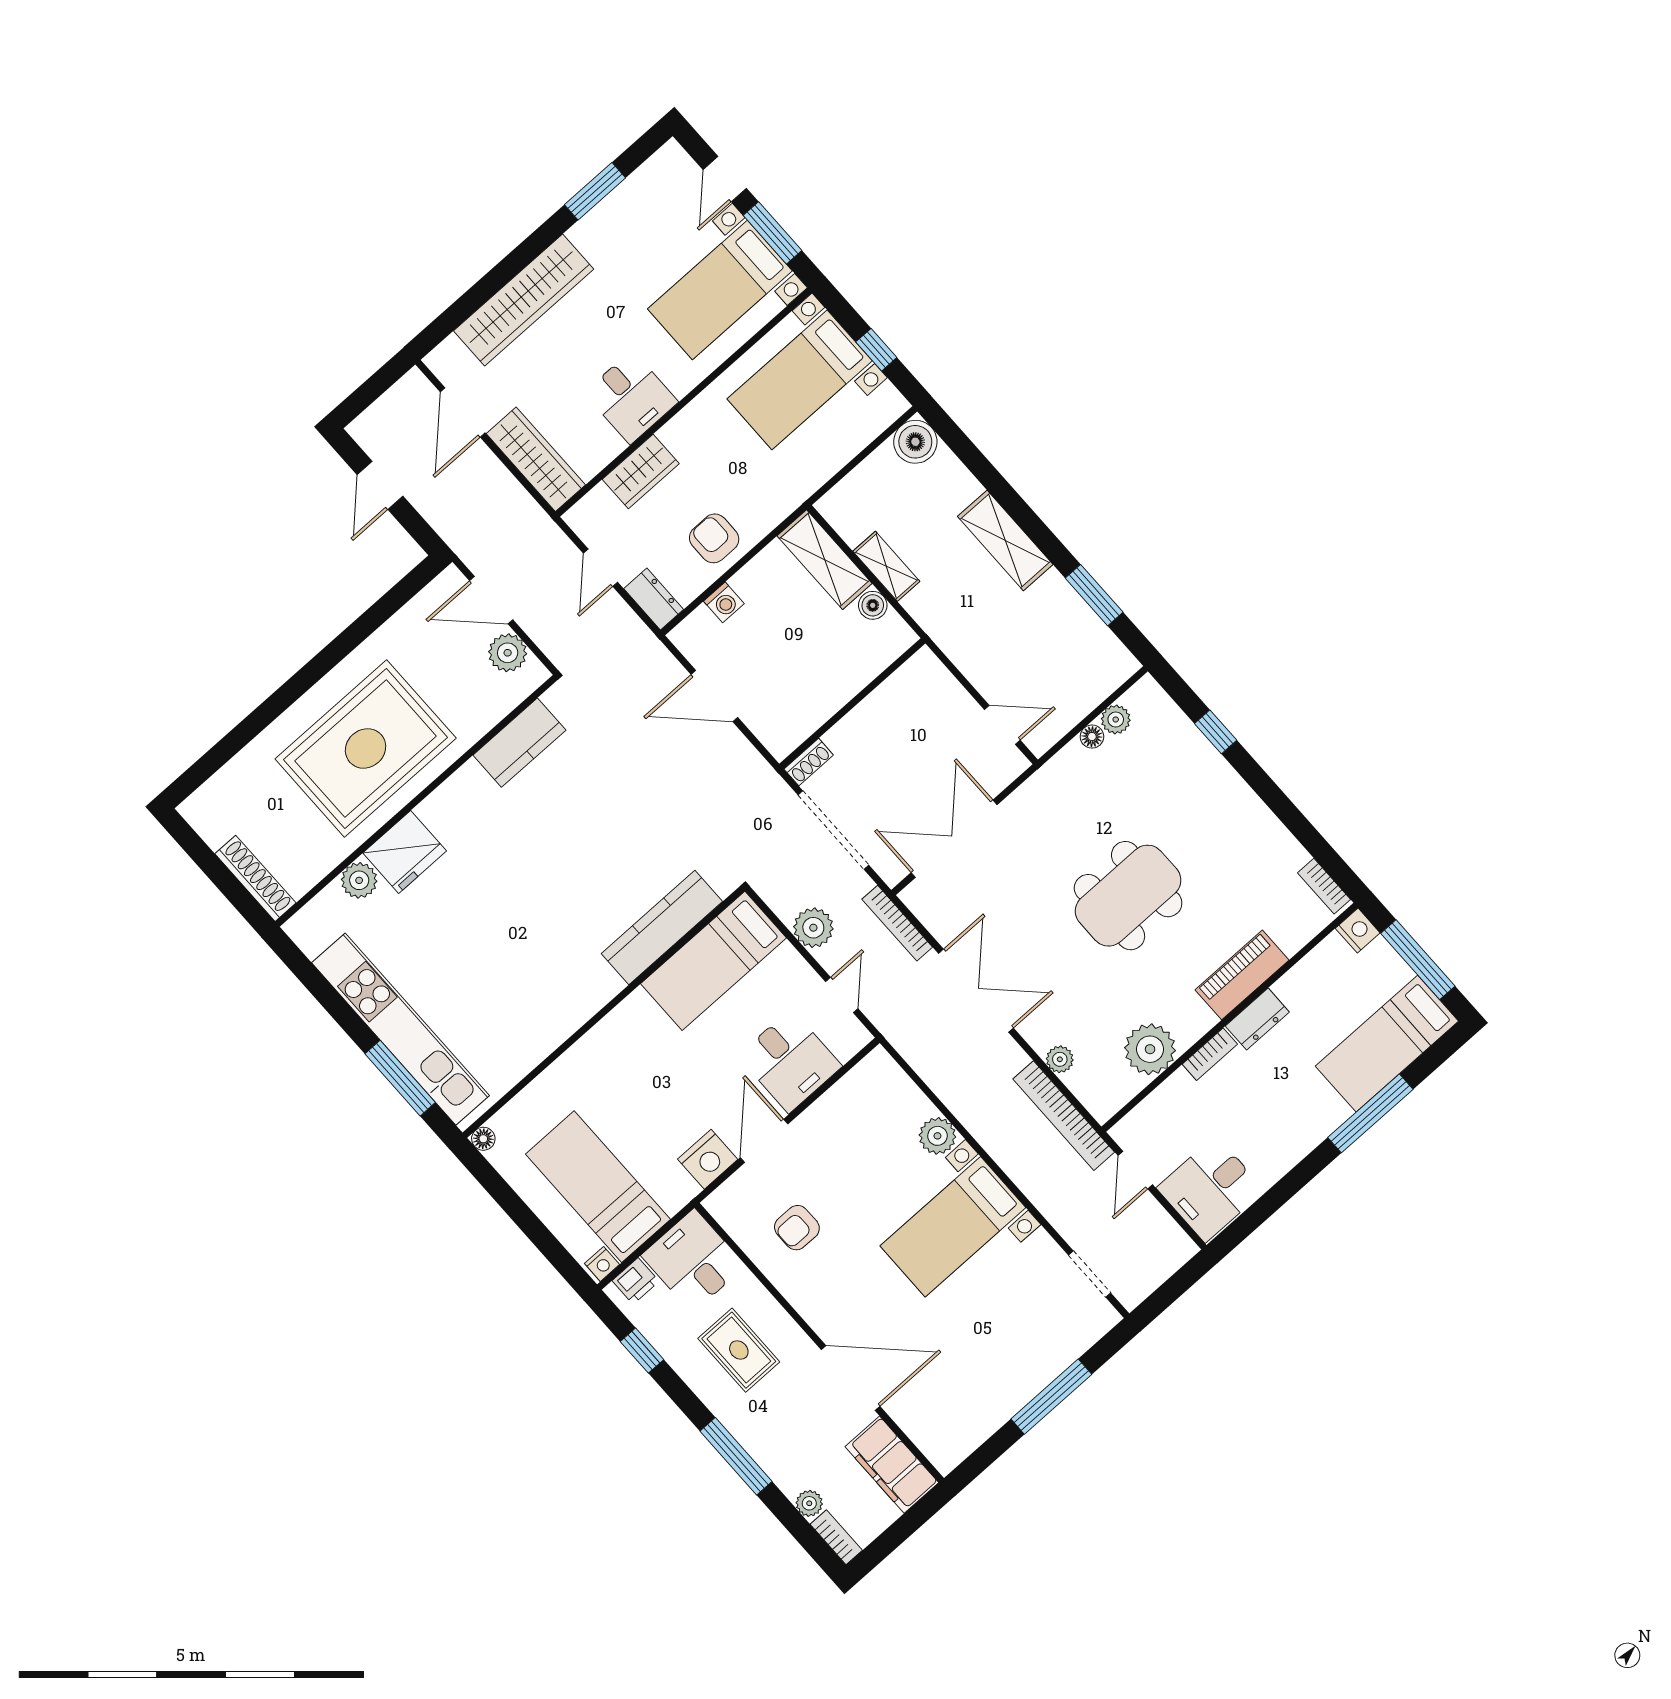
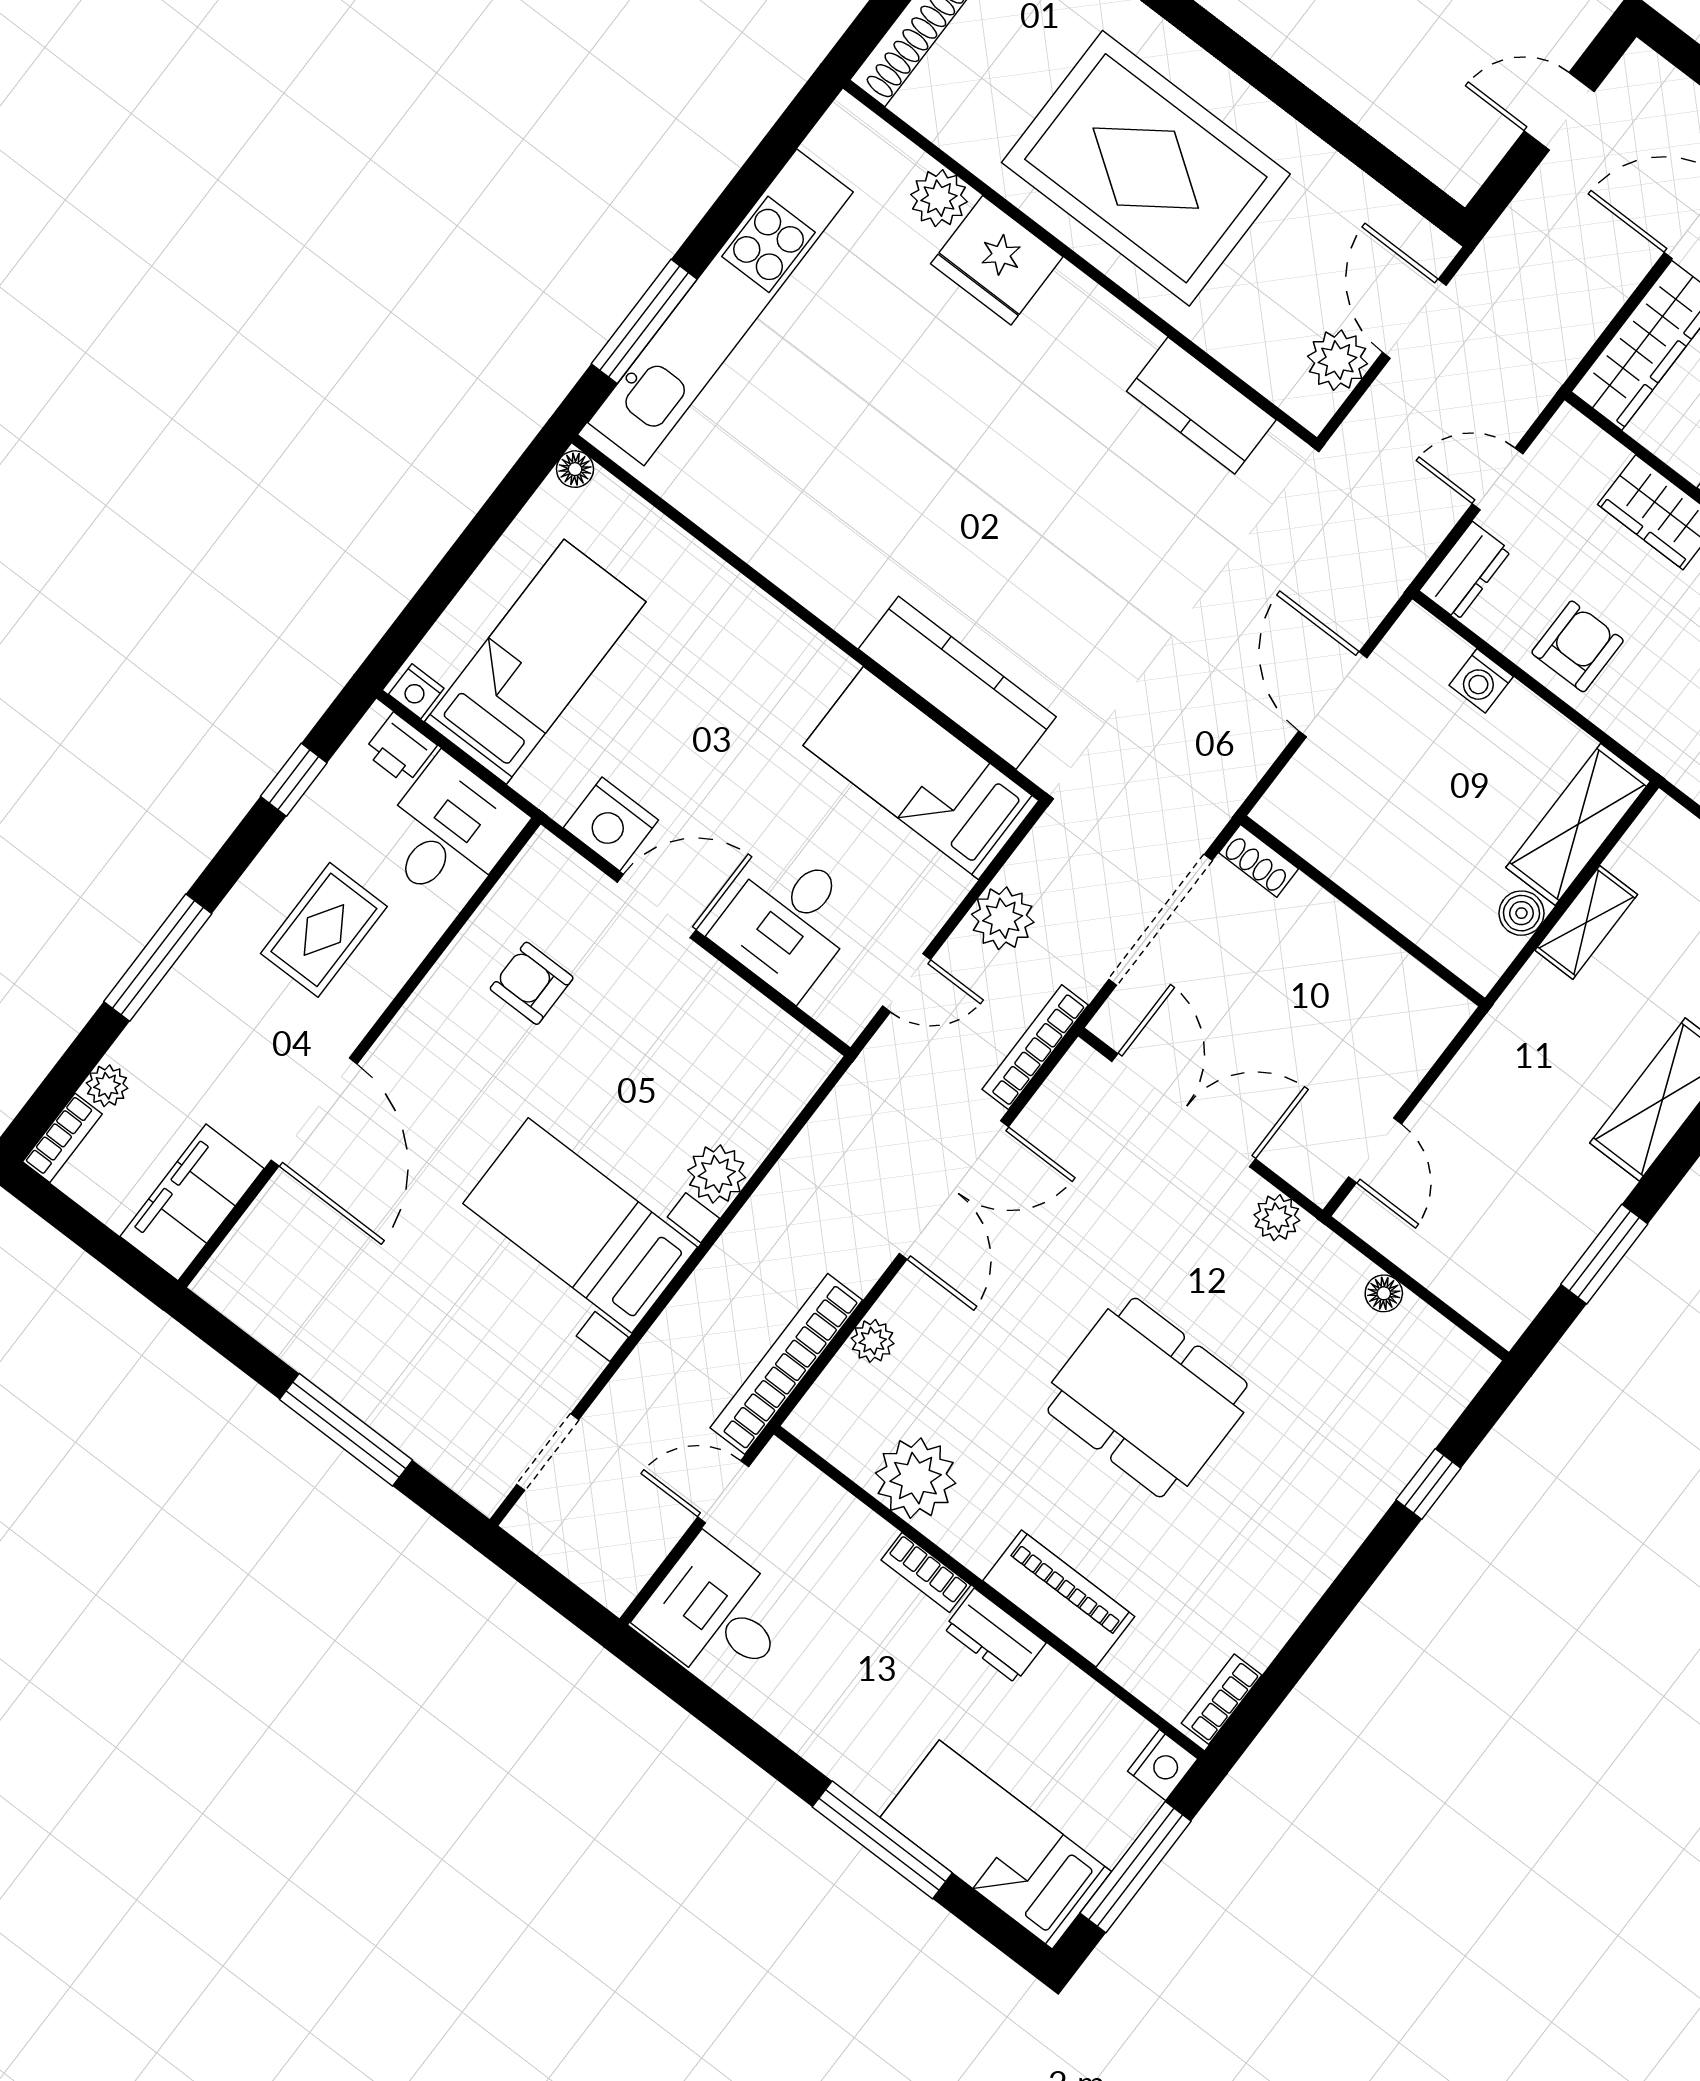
plant: (1116, 719) -> (1277, 1218), moved

